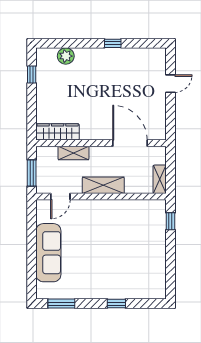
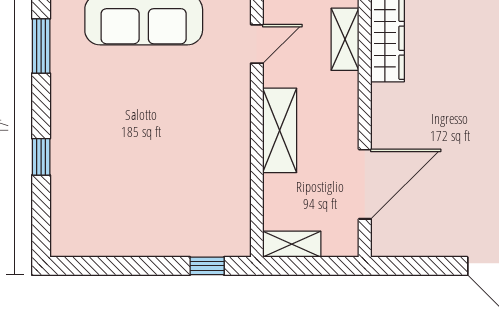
shelving: (73, 153) -> (345, 39), moved
door: (60, 197) -> (257, 44), swing flipped

